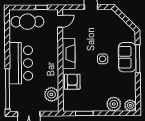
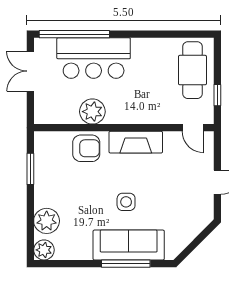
sofa: (127, 57) -> (129, 245), width x1.36
bar counter: (21, 63) -> (94, 58), moved
plant: (51, 94) -> (92, 112), moved

